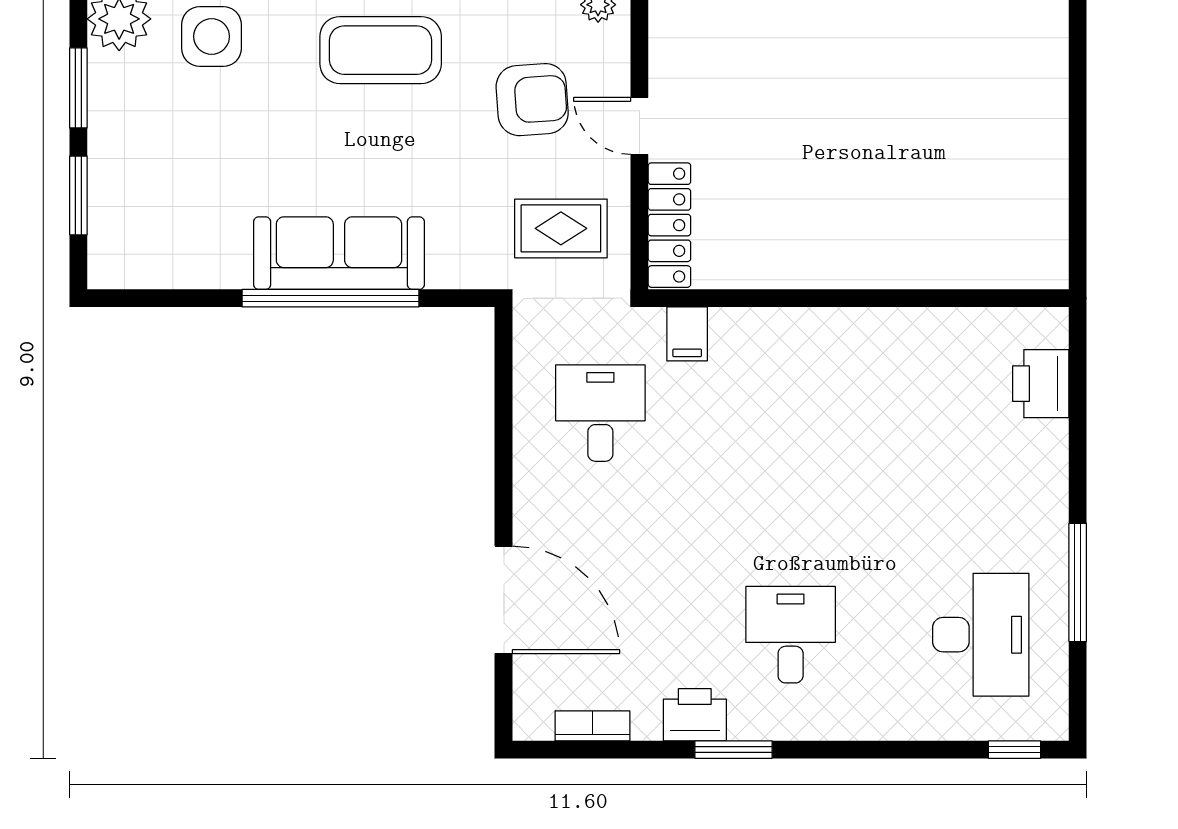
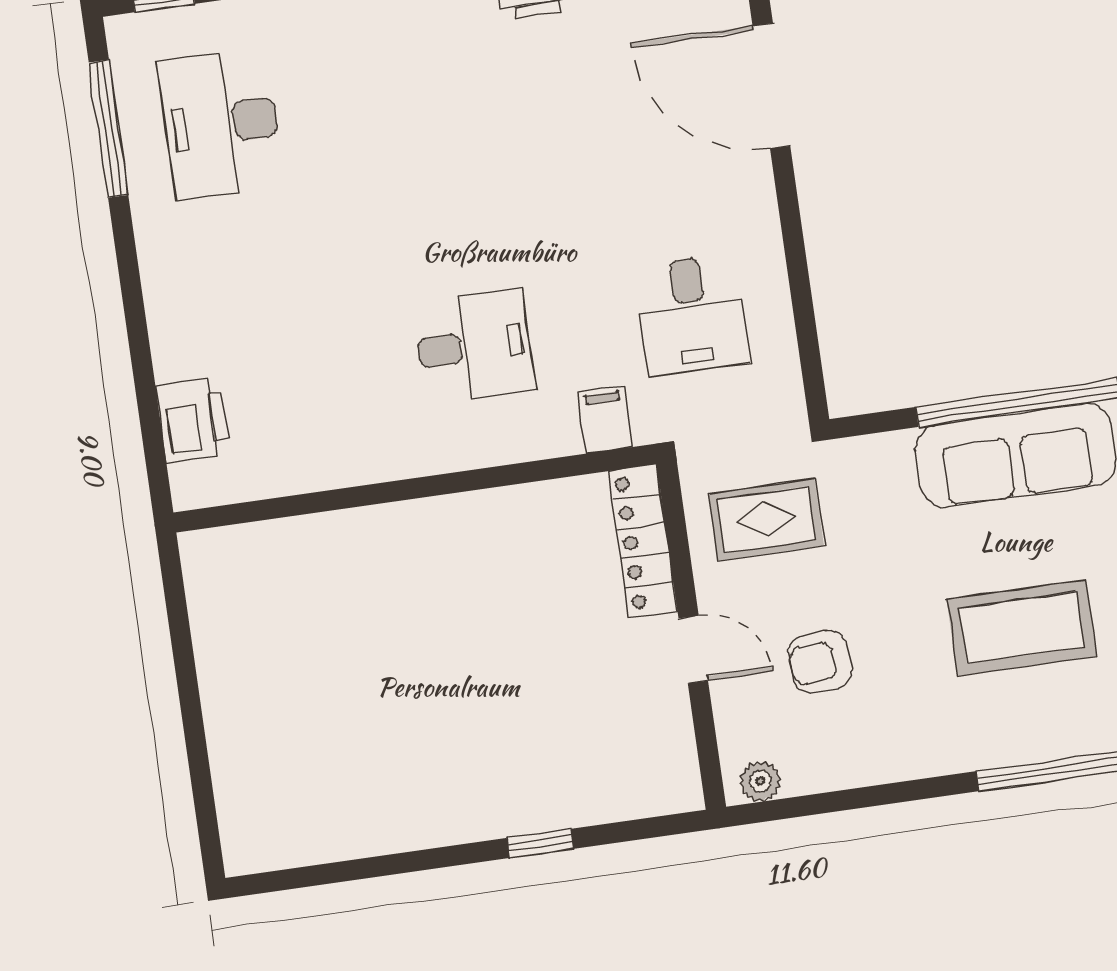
coffee table: (381, 50) -> (1022, 628), moved
armchair: (532, 100) -> (820, 662), width x0.72, depth x0.72
window: (1078, 582) -> (108, 129), moved
desk: (791, 635) -> (474, 346), moved, turned -90

